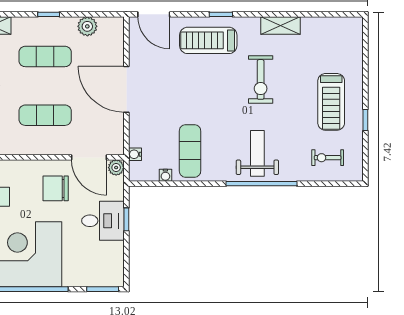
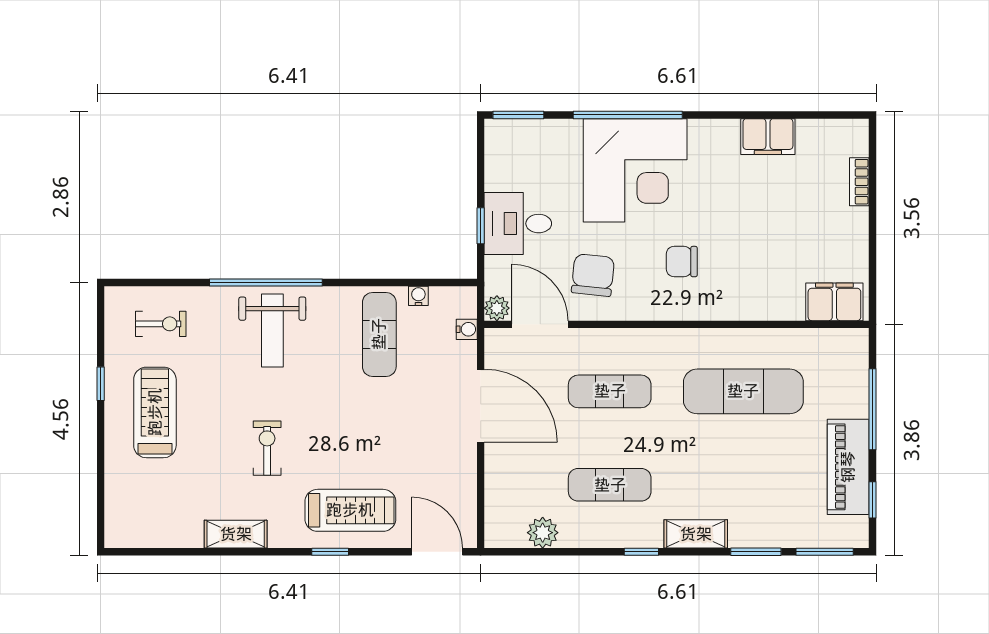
window: (49, 14) -> (641, 552), moved
exercise bike: (261, 79) -> (267, 448), width x0.73, depth x0.72
door: (126, 89) -> (481, 406), moved
chair: (56, 188) -> (593, 275), turned -84

